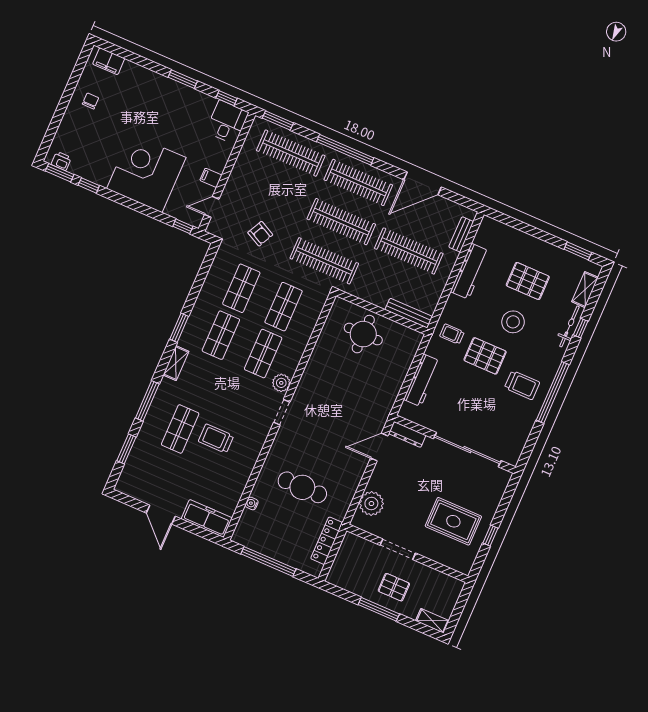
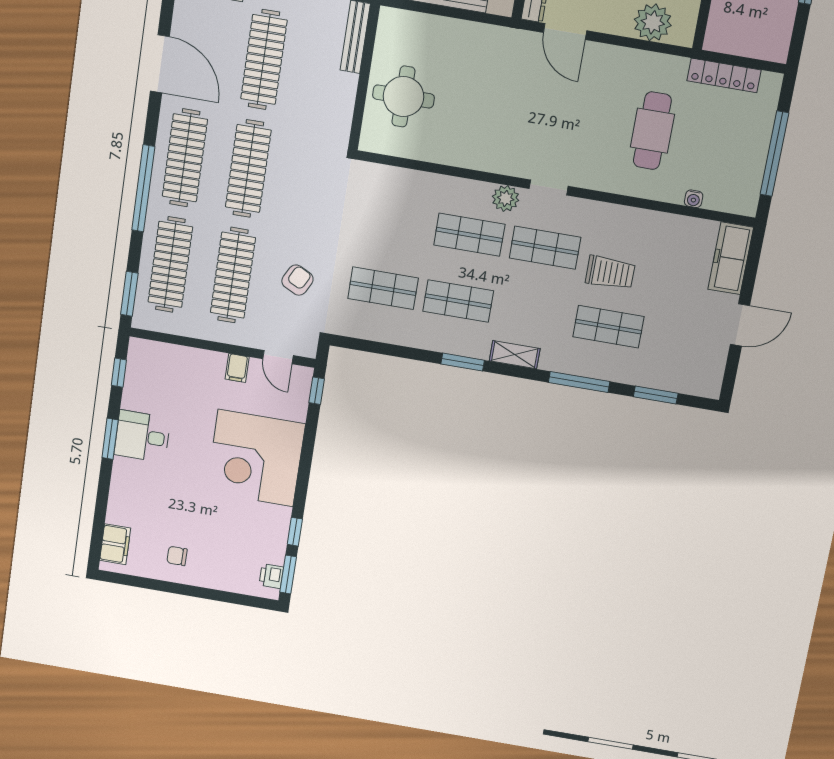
desk: (227, 122) -> (142, 436), moved
clothes rail: (324, 261) -> (233, 275), moved
shop shelf: (284, 307) -> (545, 248), moved
trolley: (216, 439) -> (610, 273), turned -90

